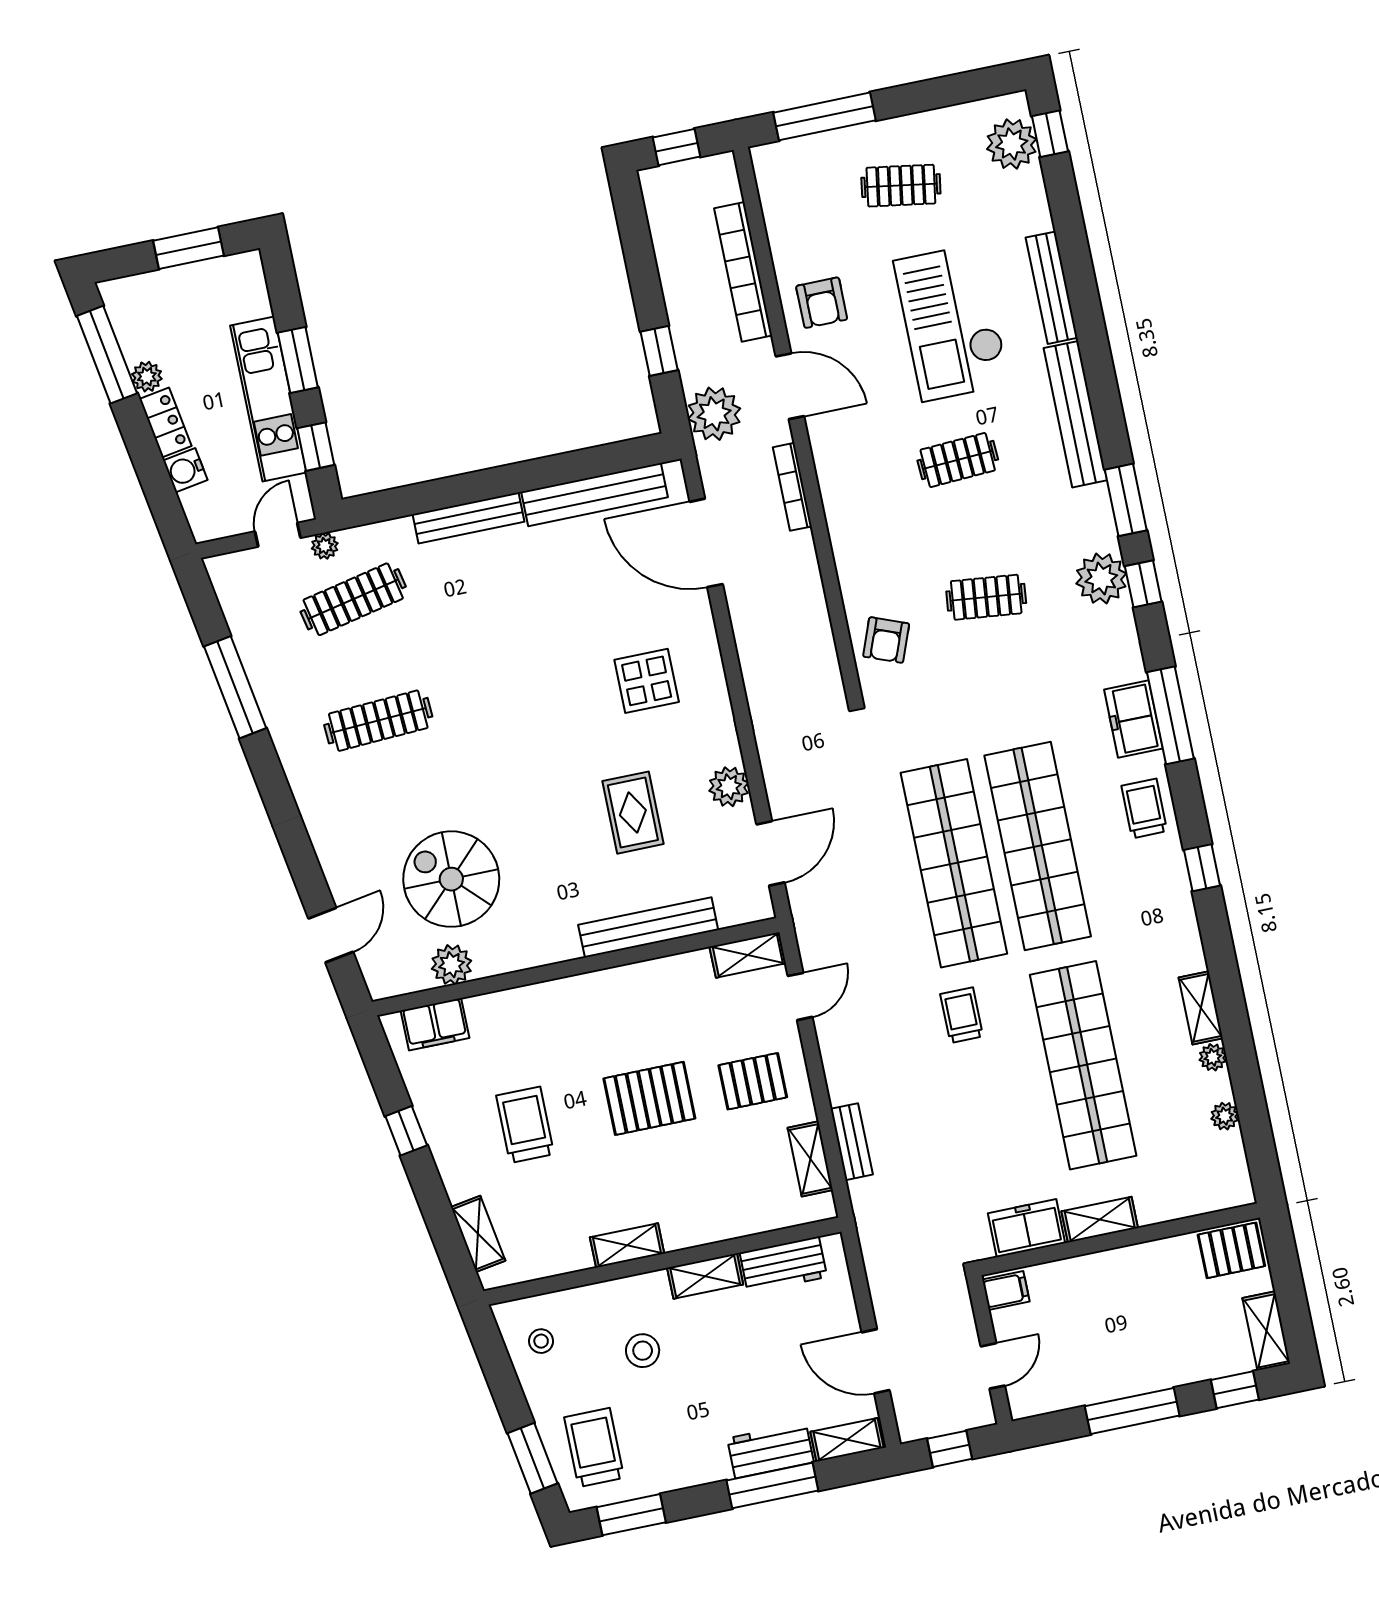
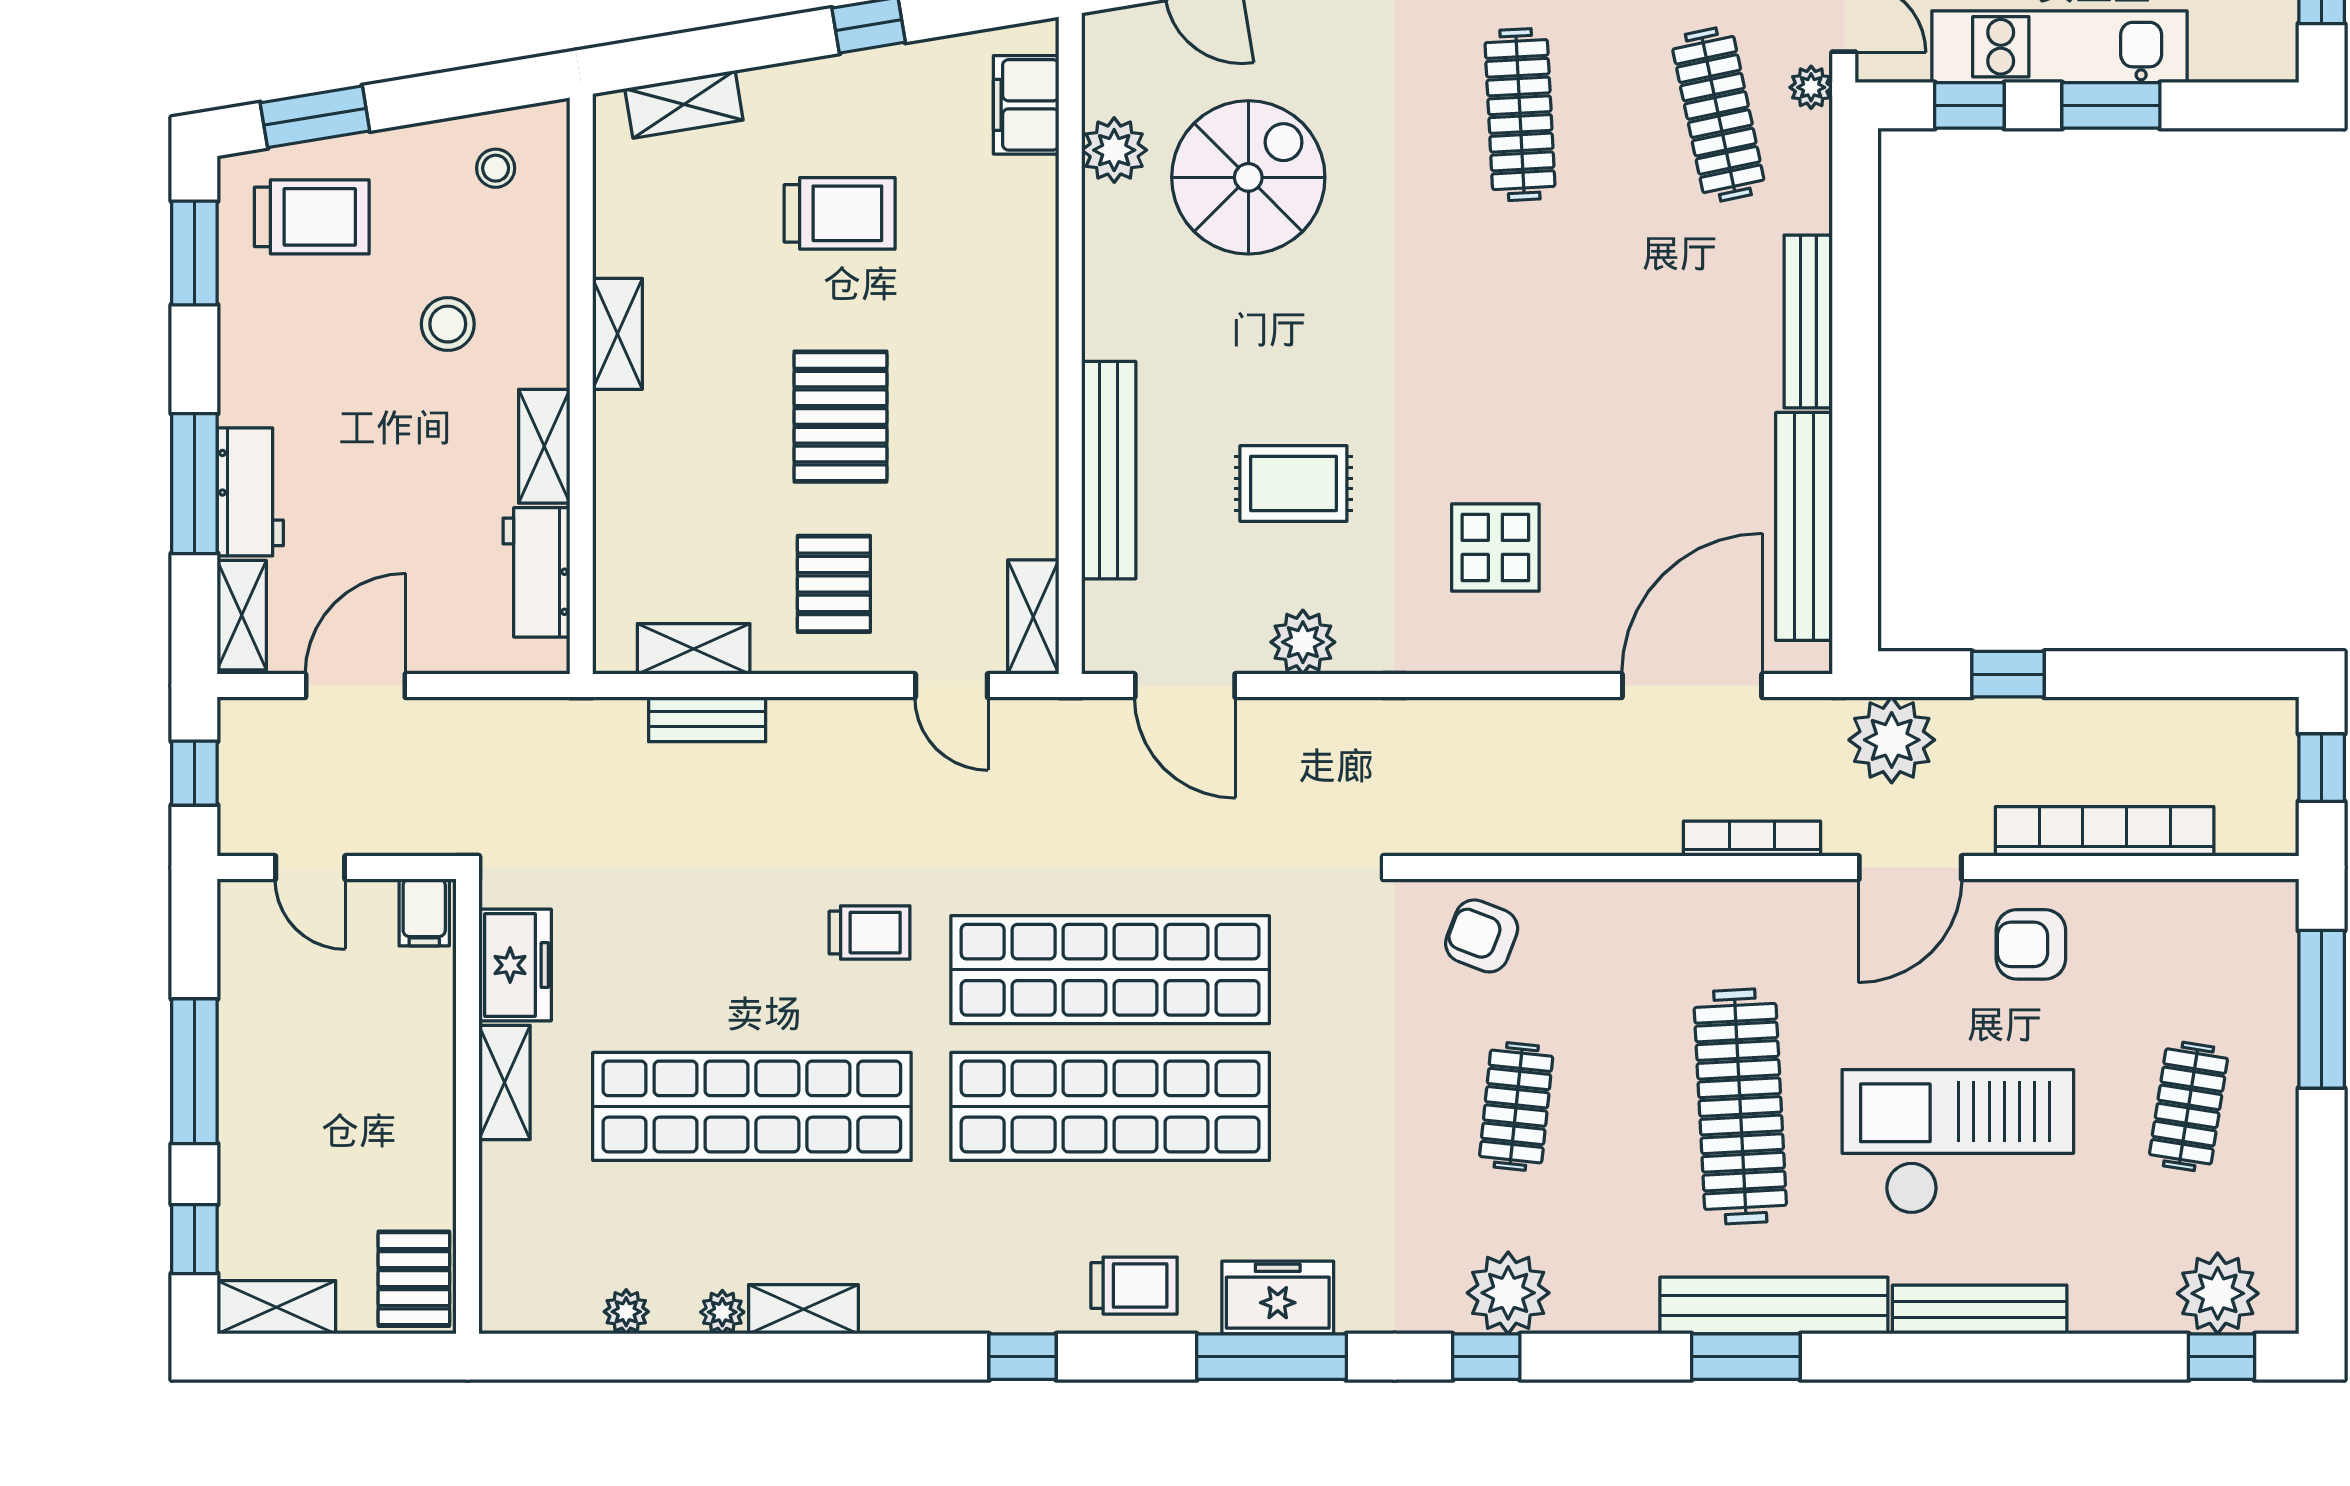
clothes rail: (958, 460) -> (1740, 1106), width x1.86, depth x1.31
window: (1126, 500) -> (1746, 1357), moved

